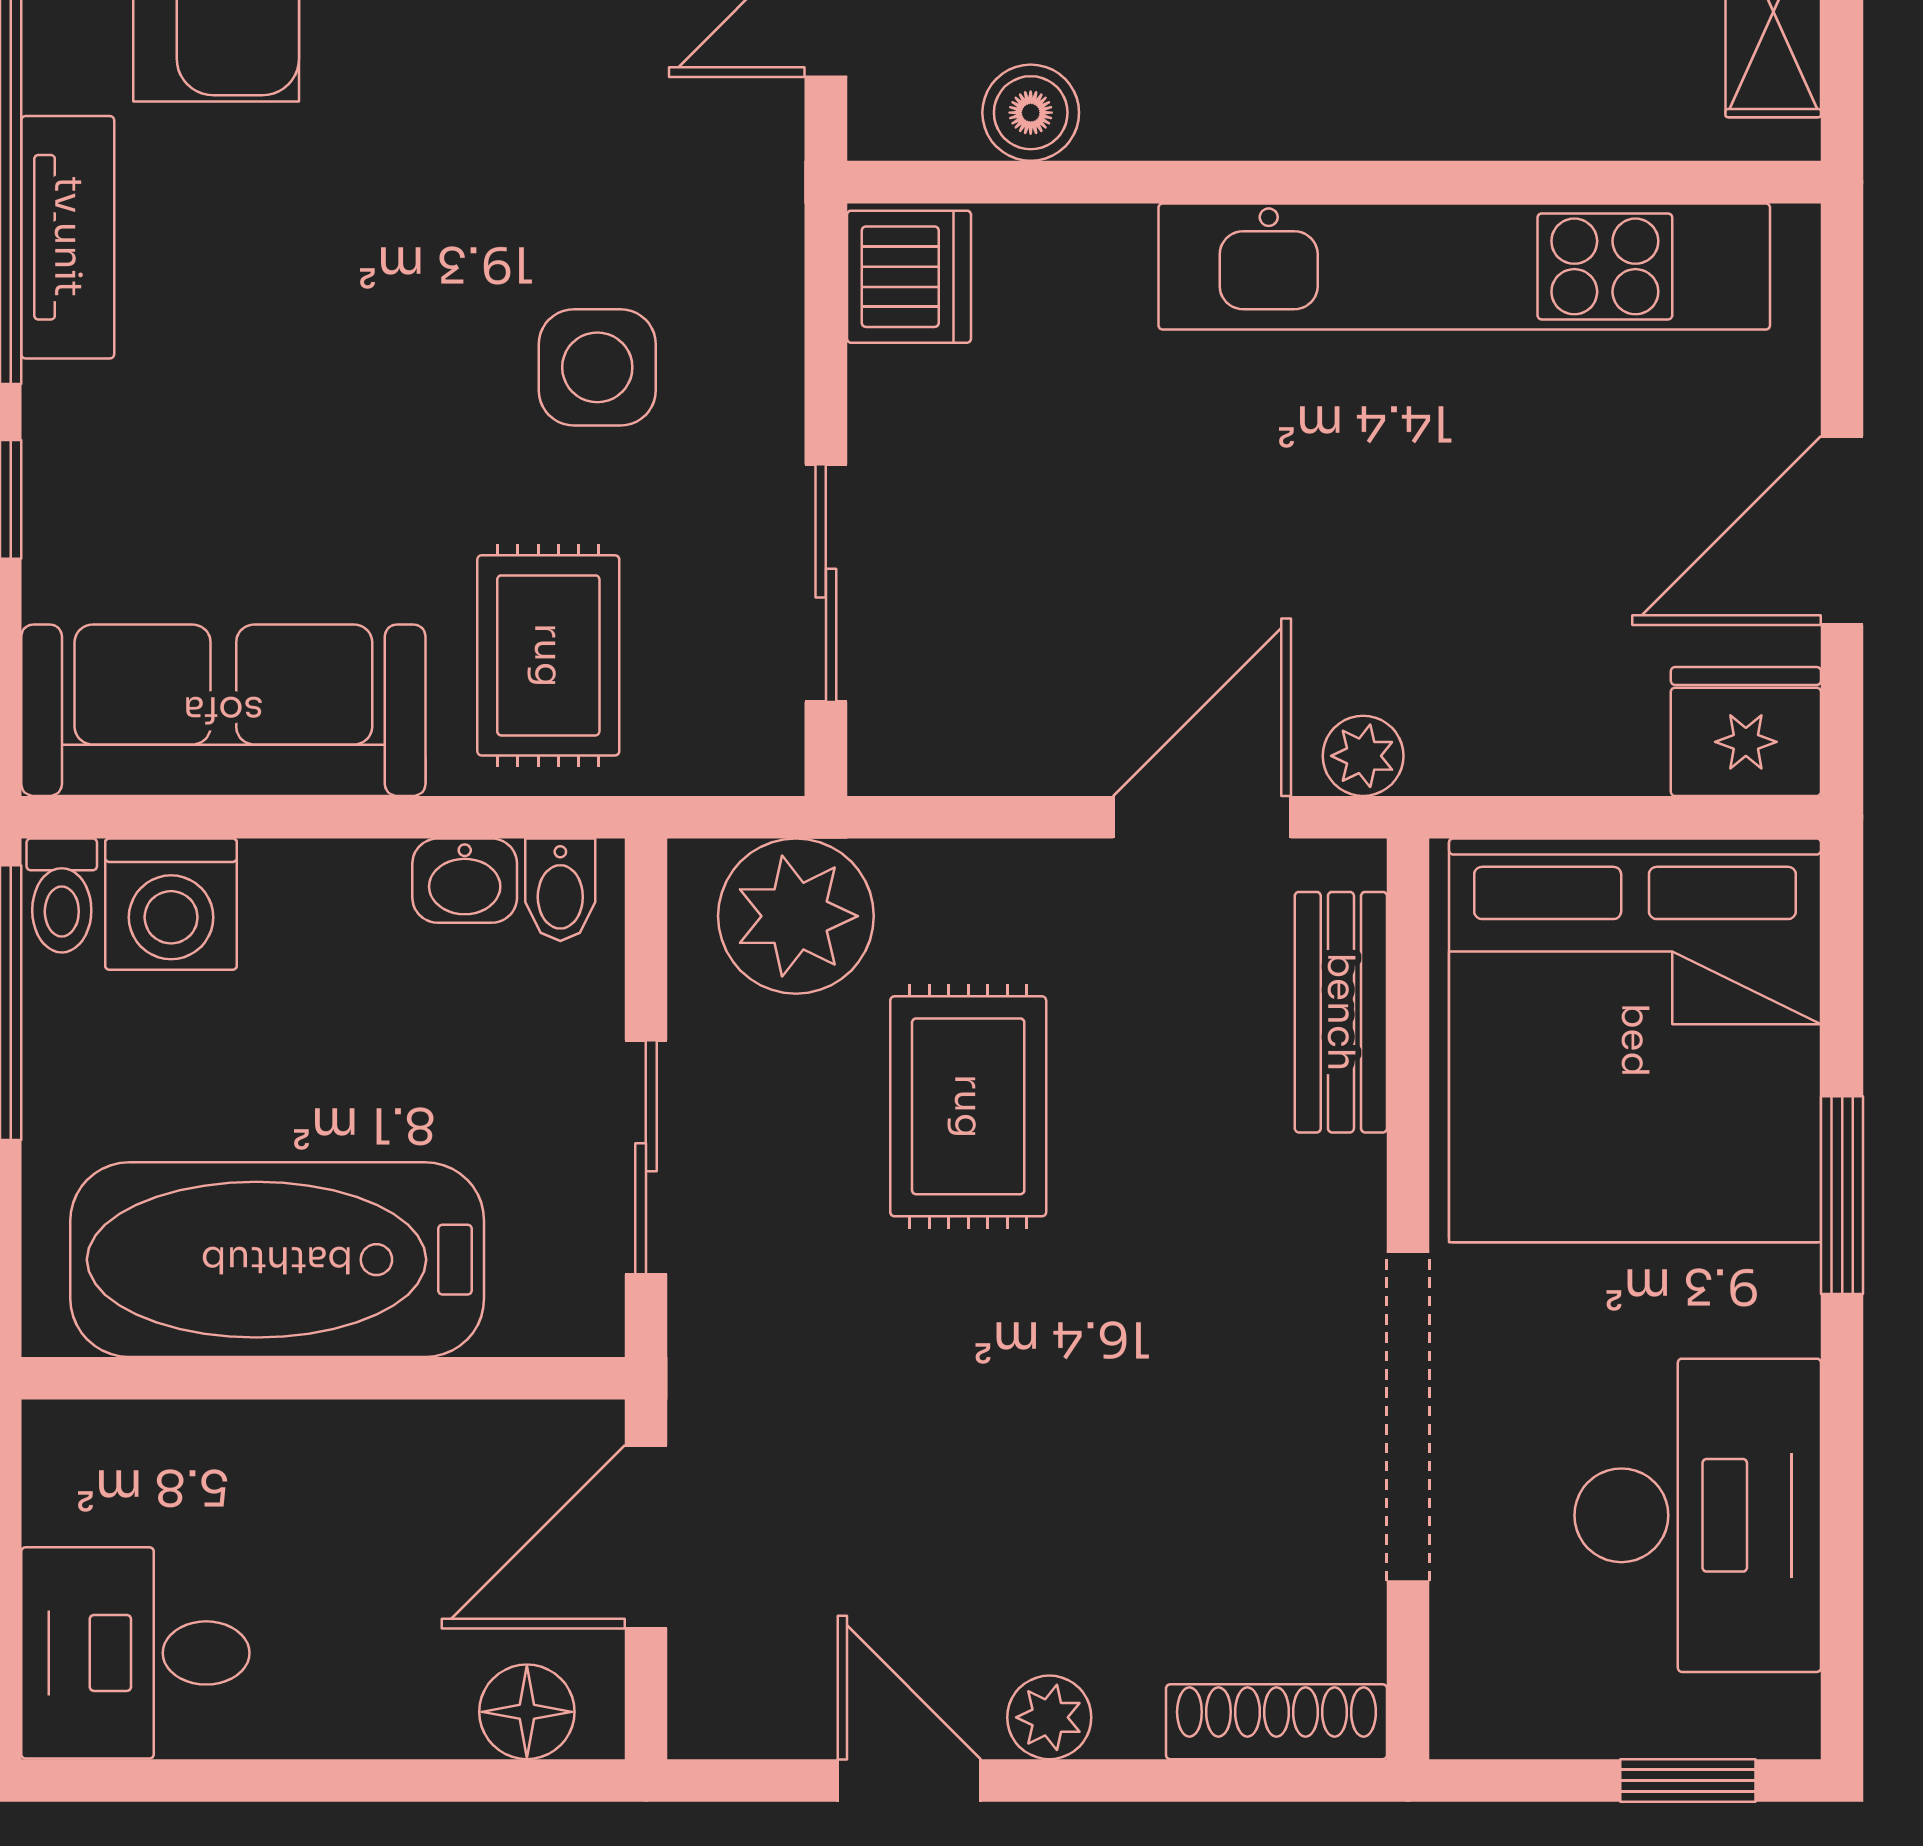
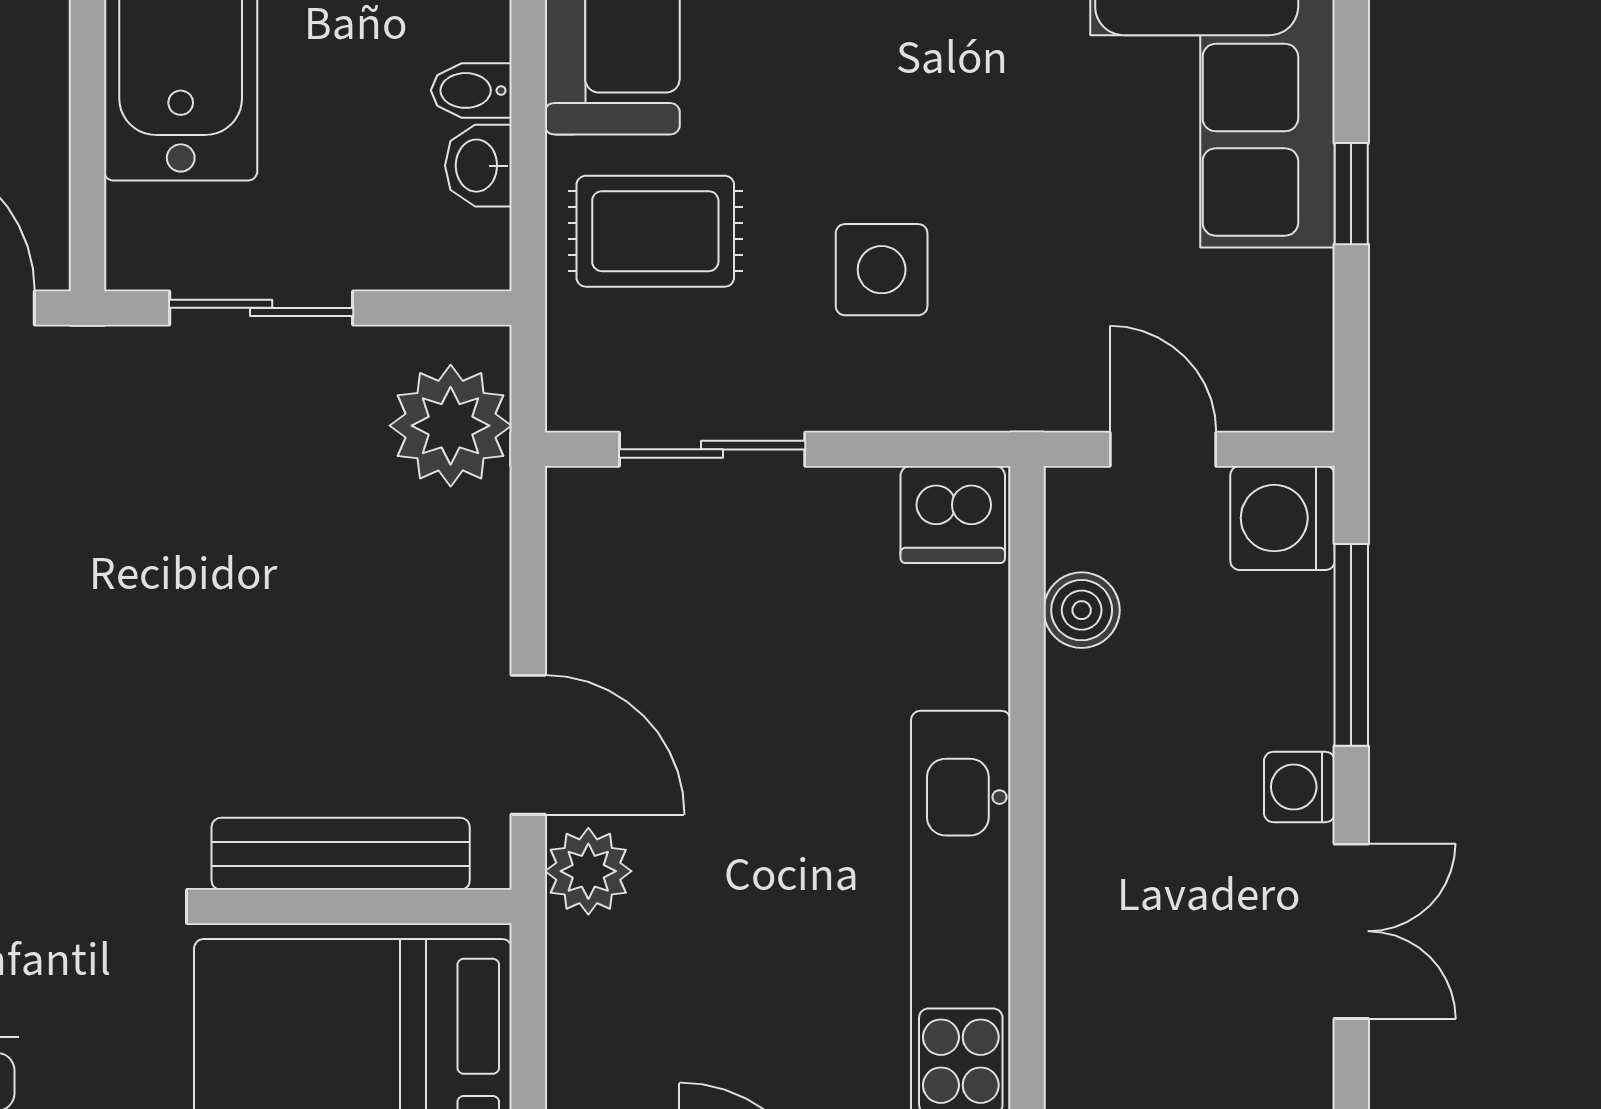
plant: (1363, 756) -> (588, 871), width x1.38, depth x1.38
bidet: (560, 890) -> (471, 90), moved
bench: (1341, 1012) -> (341, 854), width x1.36
rug: (968, 1106) -> (301, 561), removed

